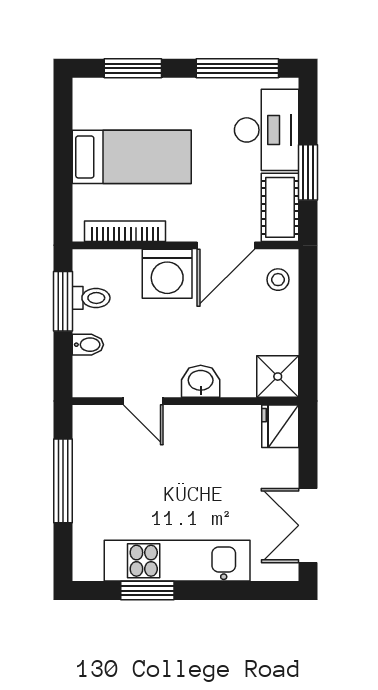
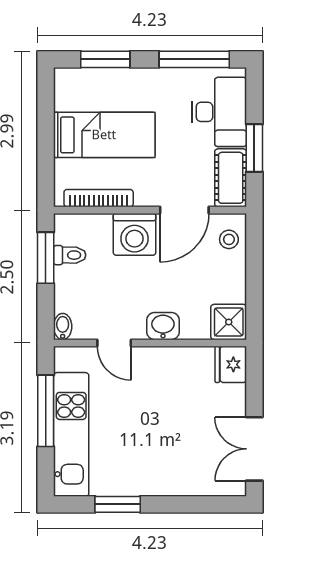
bidet: (88, 345) -> (63, 327), moved, turned -90
kitchen unit: (177, 561) -> (71, 434), moved, turned 90

